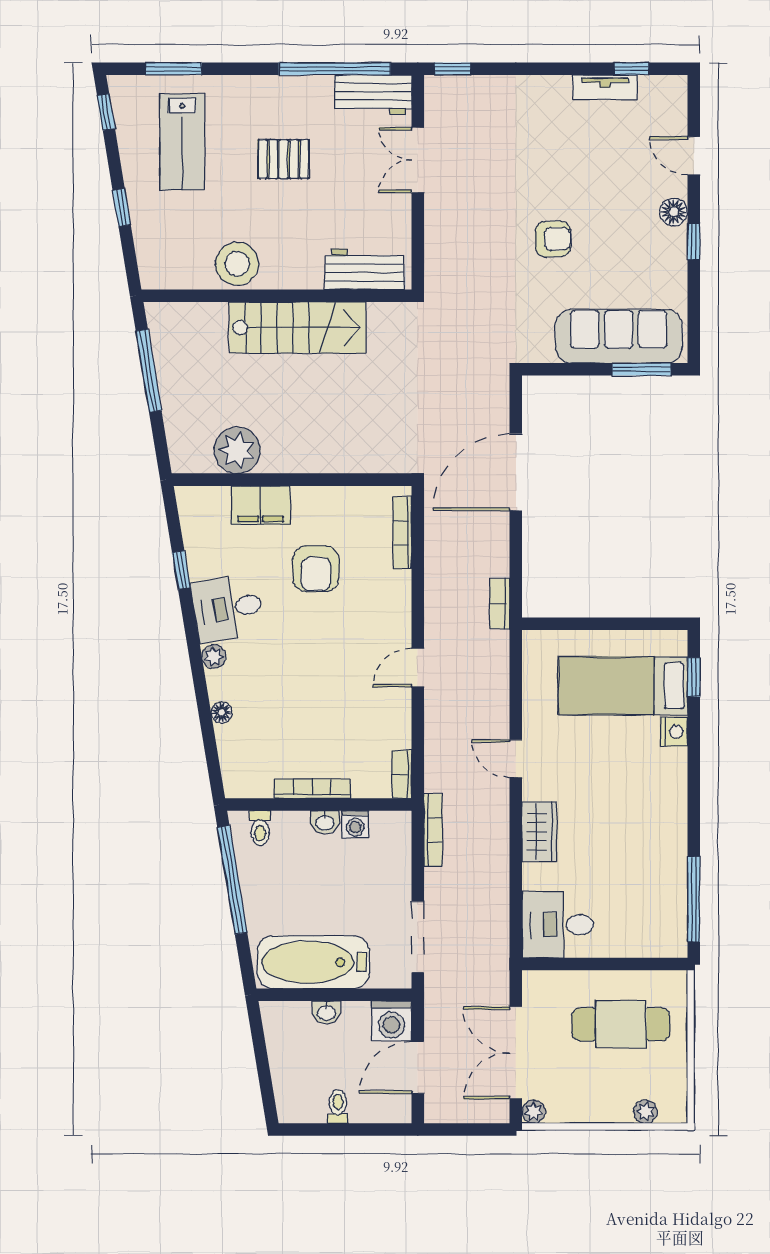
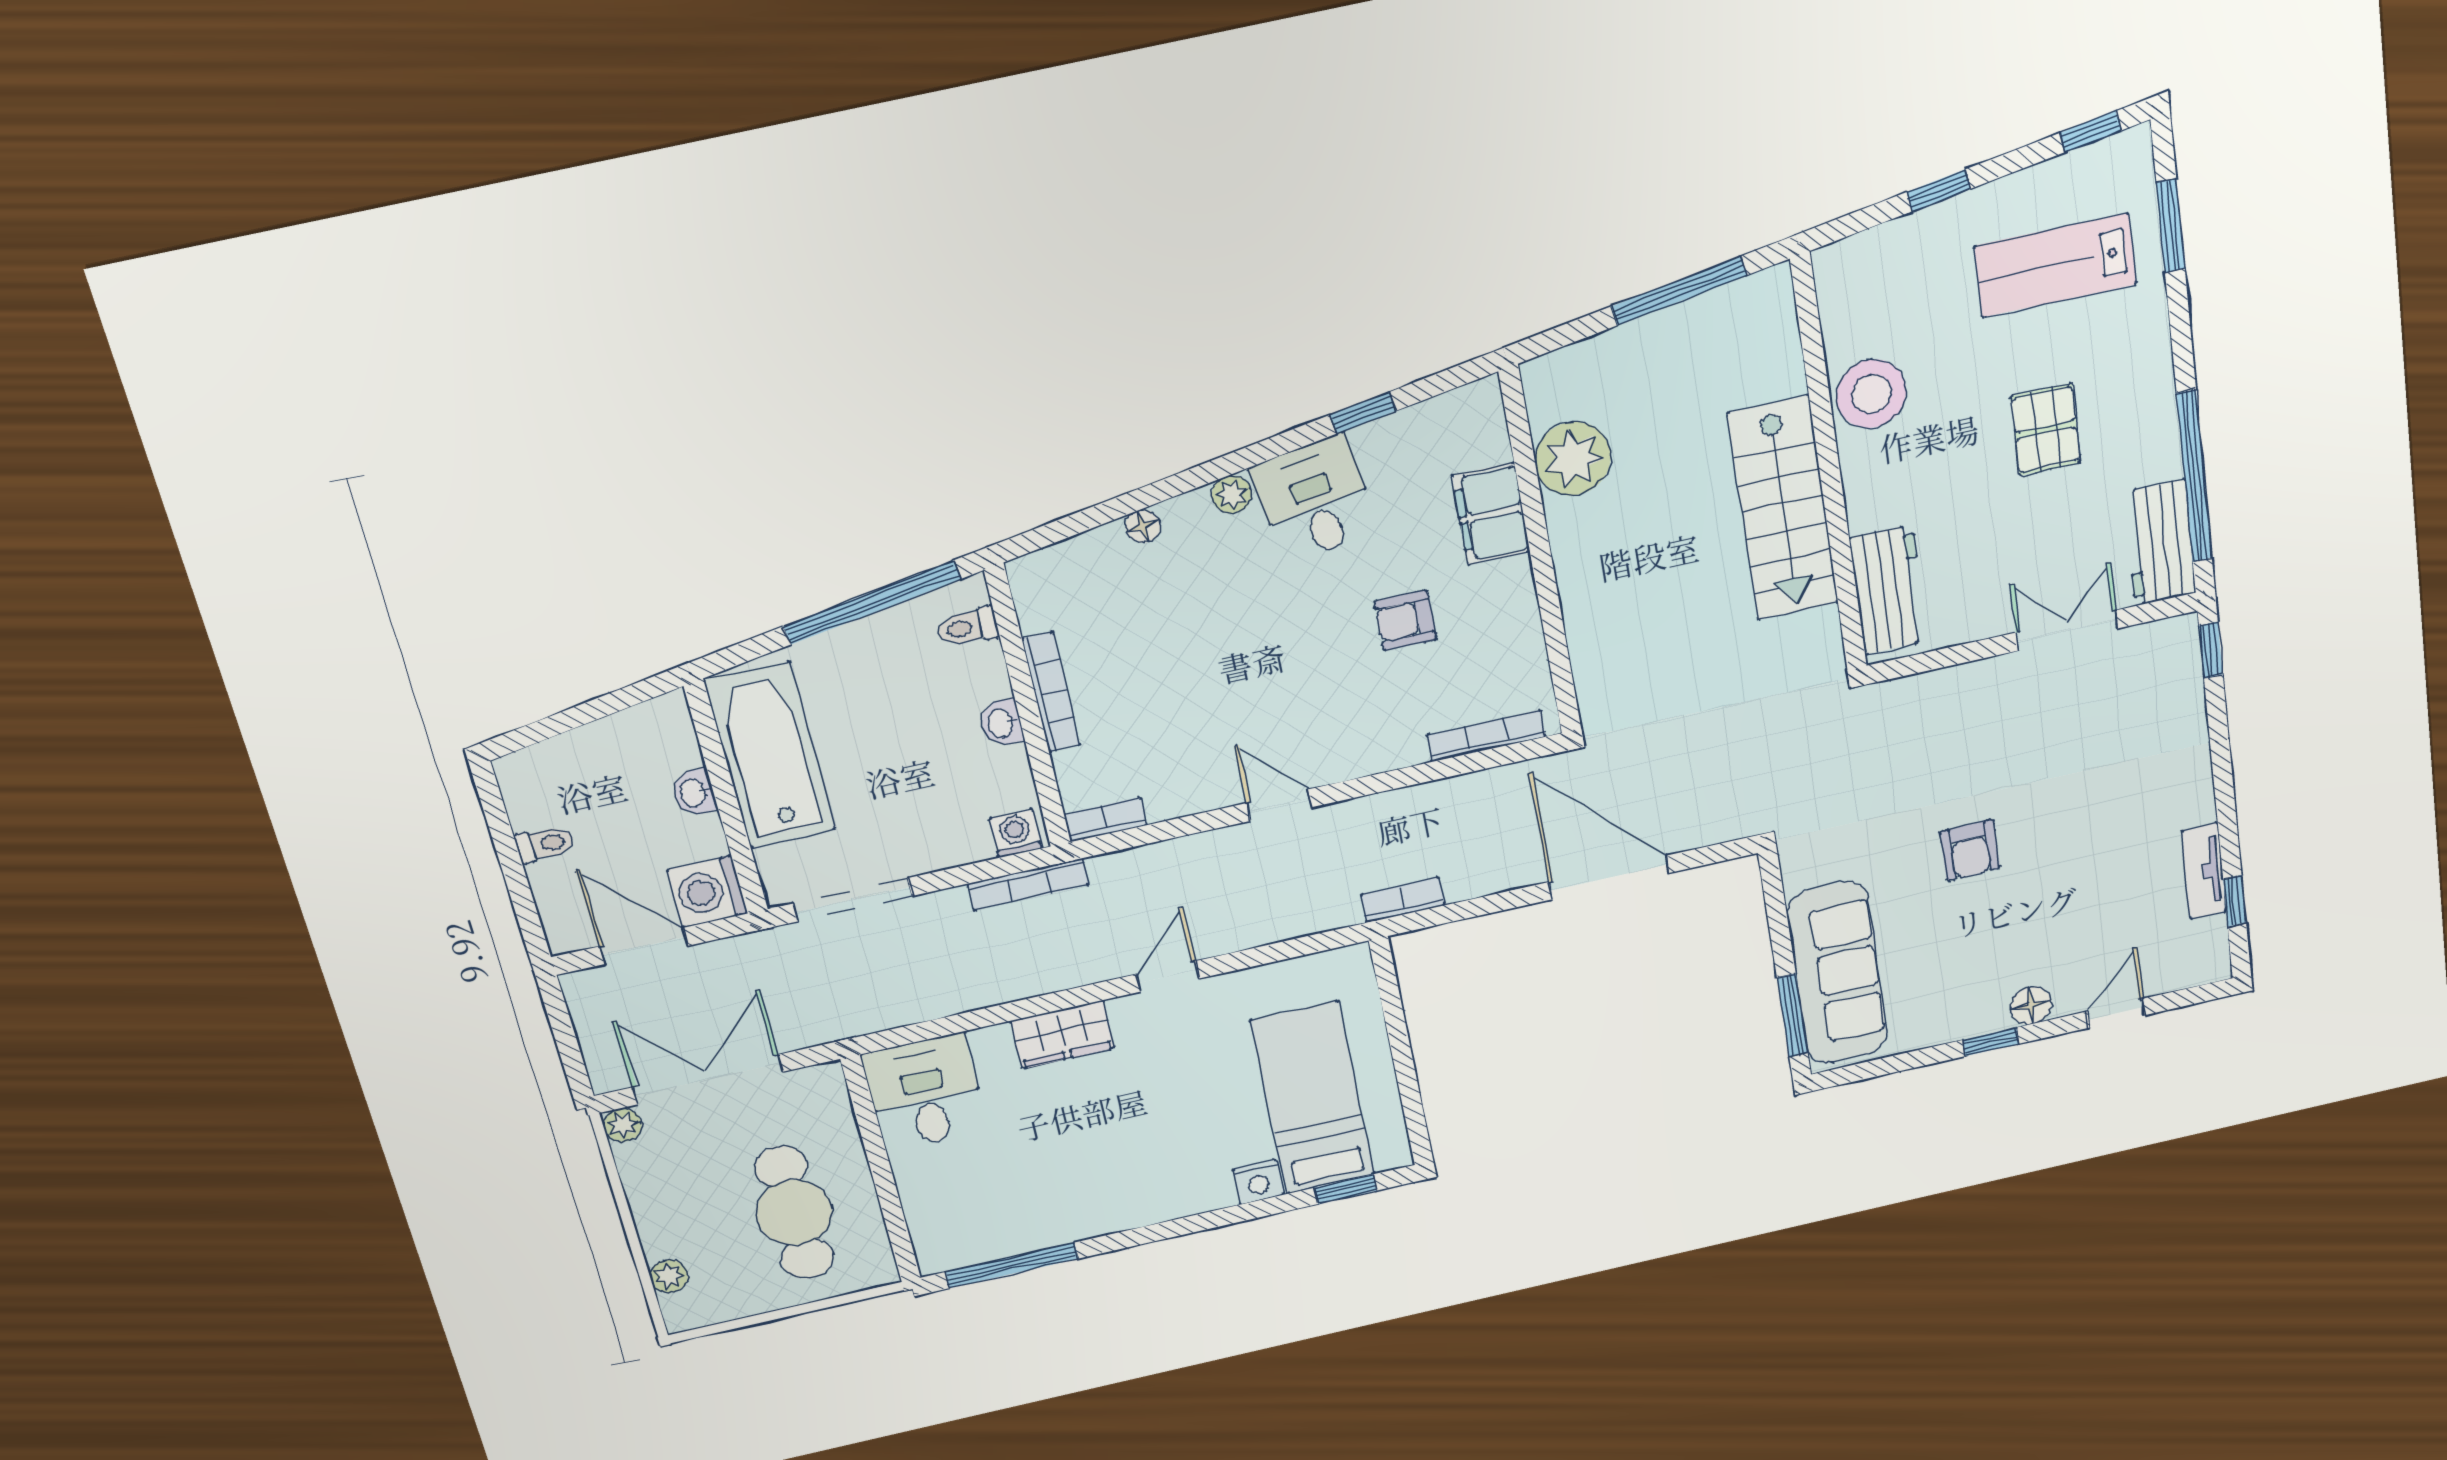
armchair: (316, 569) -> (1405, 620), width x0.72, depth x0.72
washing machine: (355, 824) -> (1015, 833), moved, turned 90

